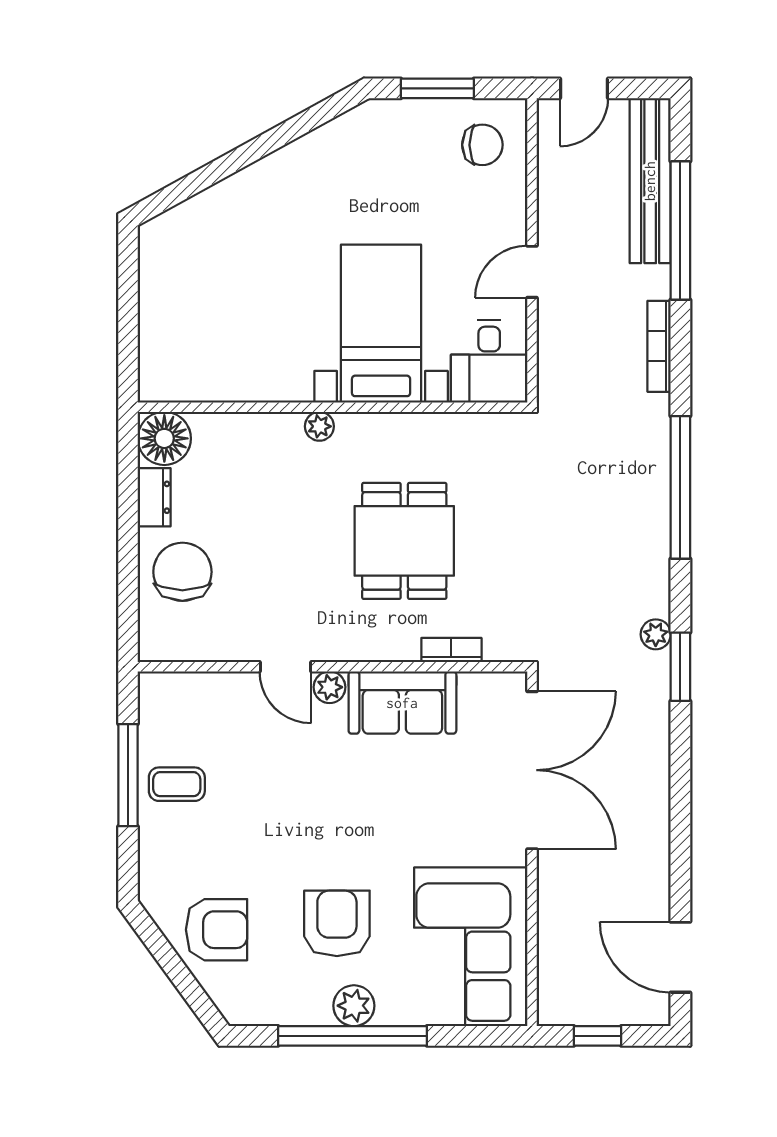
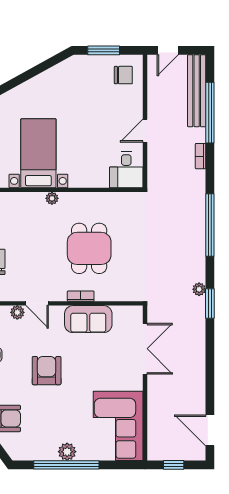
bed with nightstands: (381, 324) -> (38, 153), moved
bookcase: (659, 346) -> (201, 156), width x0.64
bookcase: (451, 650) -> (81, 296), moved
plant: (330, 687) -> (17, 312), moved
double door: (532, 770) -> (145, 349), width x0.73
armchair: (337, 923) -> (47, 371), moved

